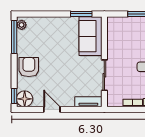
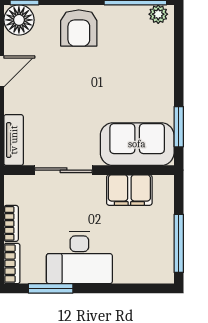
filing cabinet: (115, 40) -> (129, 190), added
armchair: (29, 67) -> (79, 28), turned 90

